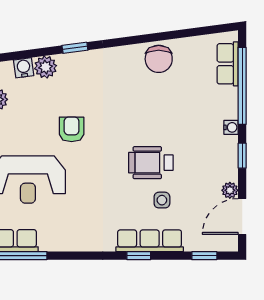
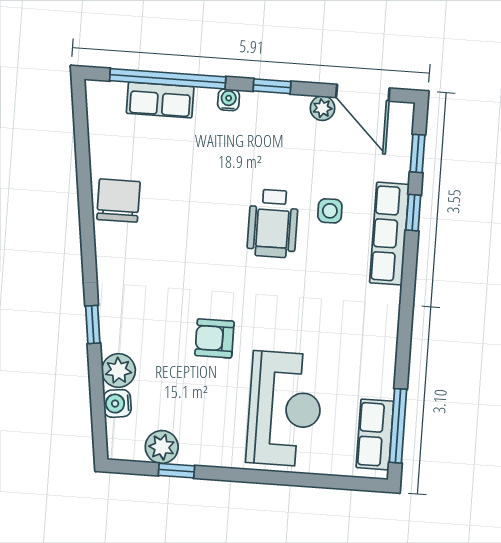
chair: (159, 59) -> (118, 201), turned -90
row of seats: (228, 64) -> (160, 100), moved
window: (139, 256) -> (413, 213), moved

